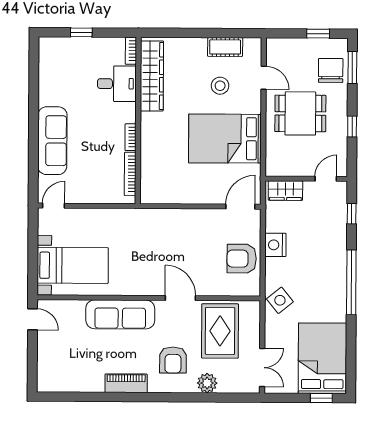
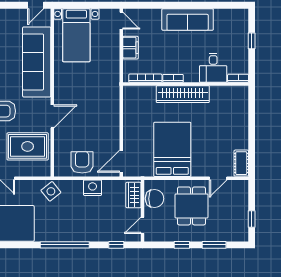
cot: (225, 47) -> (241, 163), moved
window: (352, 68) -> (214, 245), moved
chair: (331, 70) -> (154, 199), moved
wardrobe: (152, 76) -> (183, 94), moved
stool: (220, 86) -> (212, 145), removed
sofa: (52, 141) -> (188, 19), moved
door: (326, 179) -> (142, 225), swing flipped
filing cabinet: (89, 194) -> (130, 48), added
door: (240, 207) -> (121, 161), swing flipped
sofa: (120, 314) -> (37, 62), width x1.36, depth x1.27

